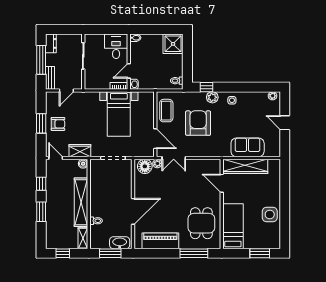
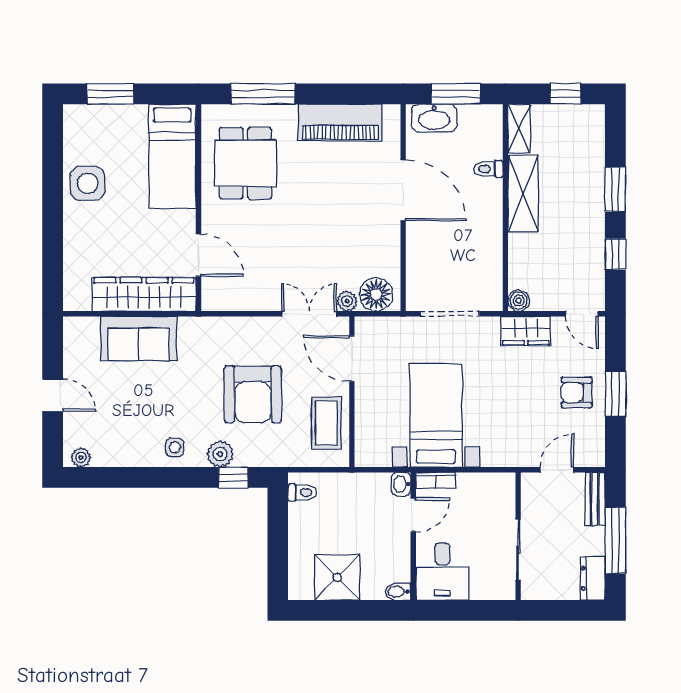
shower: (173, 44) -> (337, 577), moved
shelving: (81, 202) -> (523, 193), width x0.68
door: (133, 211) -> (403, 190), swing flipped

